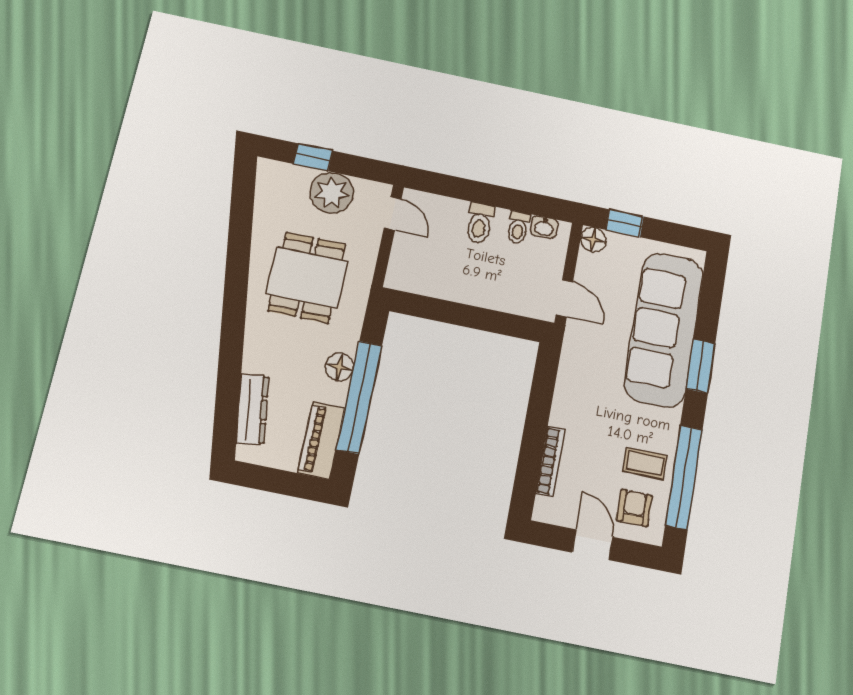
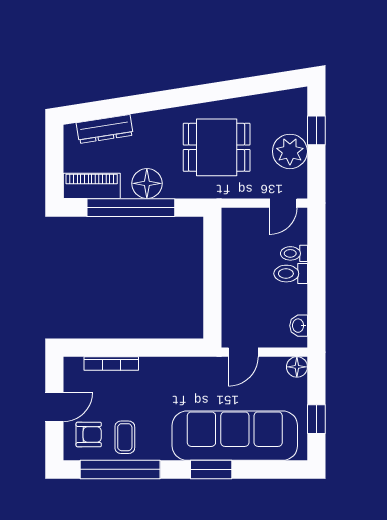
window: (625, 223) -> (316, 419), moved
toilet: (518, 227) -> (294, 253), moved
floor lamp: (340, 367) -> (147, 183), width x1.38, depth x1.38

